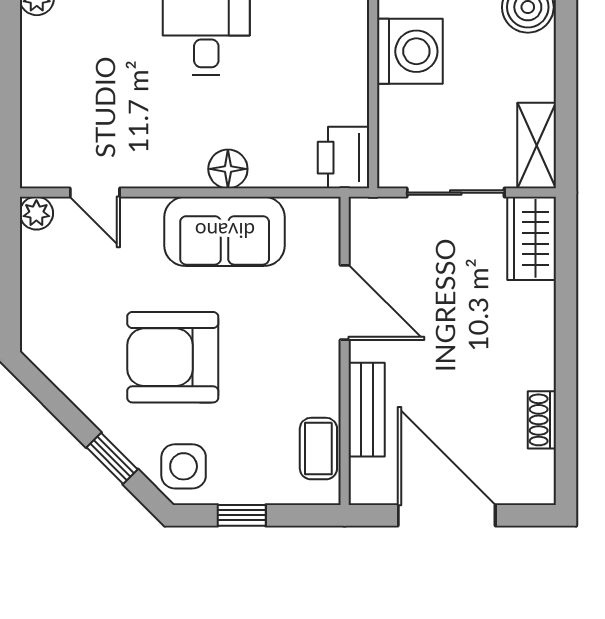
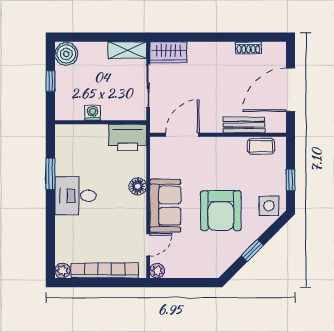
washing machine: (410, 51) -> (93, 113), width x0.53, depth x0.53
bookcase: (37, 95) -> (105, 270), added
printer: (344, 158) -> (128, 137), width x1.37, depth x1.19
sofa: (225, 231) -> (165, 206), moved
door: (345, 303) -> (182, 135), moved
window: (112, 458) -> (252, 250), moved

